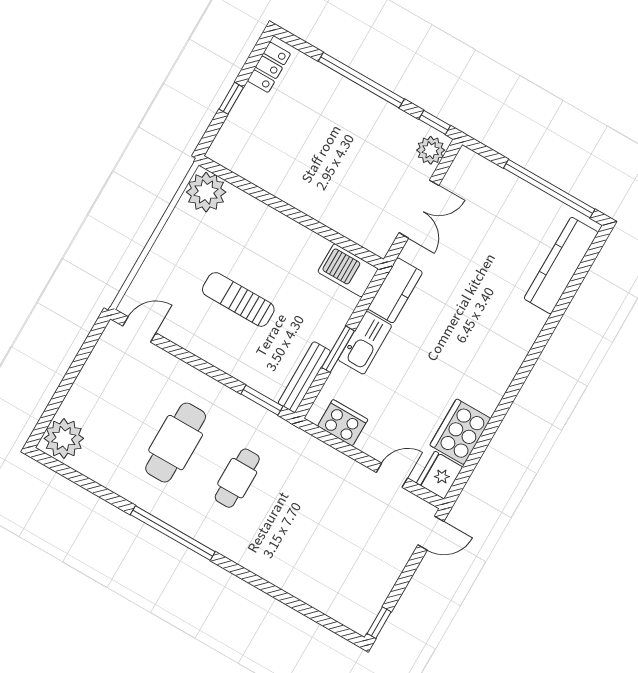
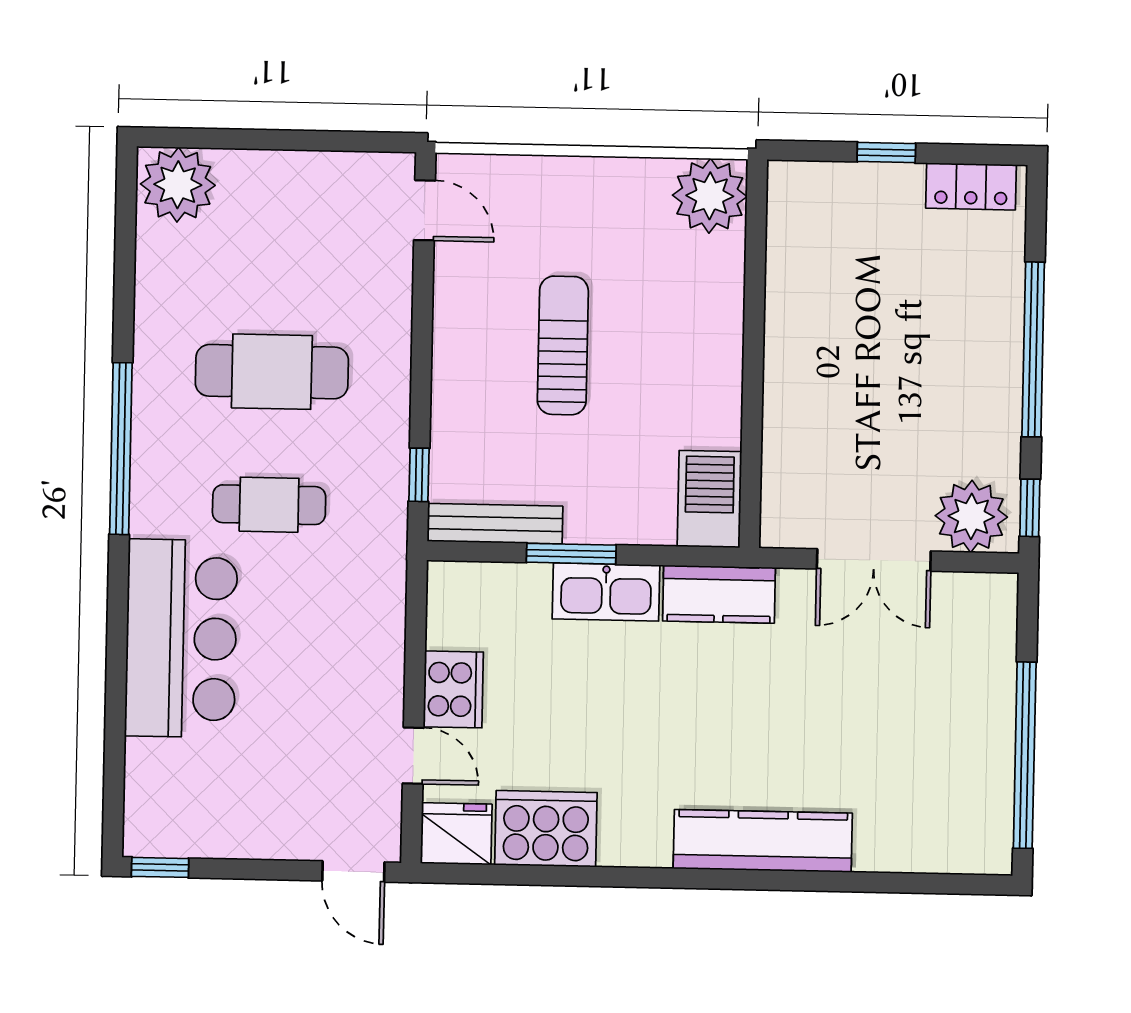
plant: (431, 150) -> (971, 516), width x1.36, depth x1.36
kitchen counter: (561, 266) -> (763, 841), moved
window: (262, 400) -> (419, 475), width x0.67
cooker: (343, 423) -> (453, 689), moved
bar counter: (277, 554) -> (181, 638), added

